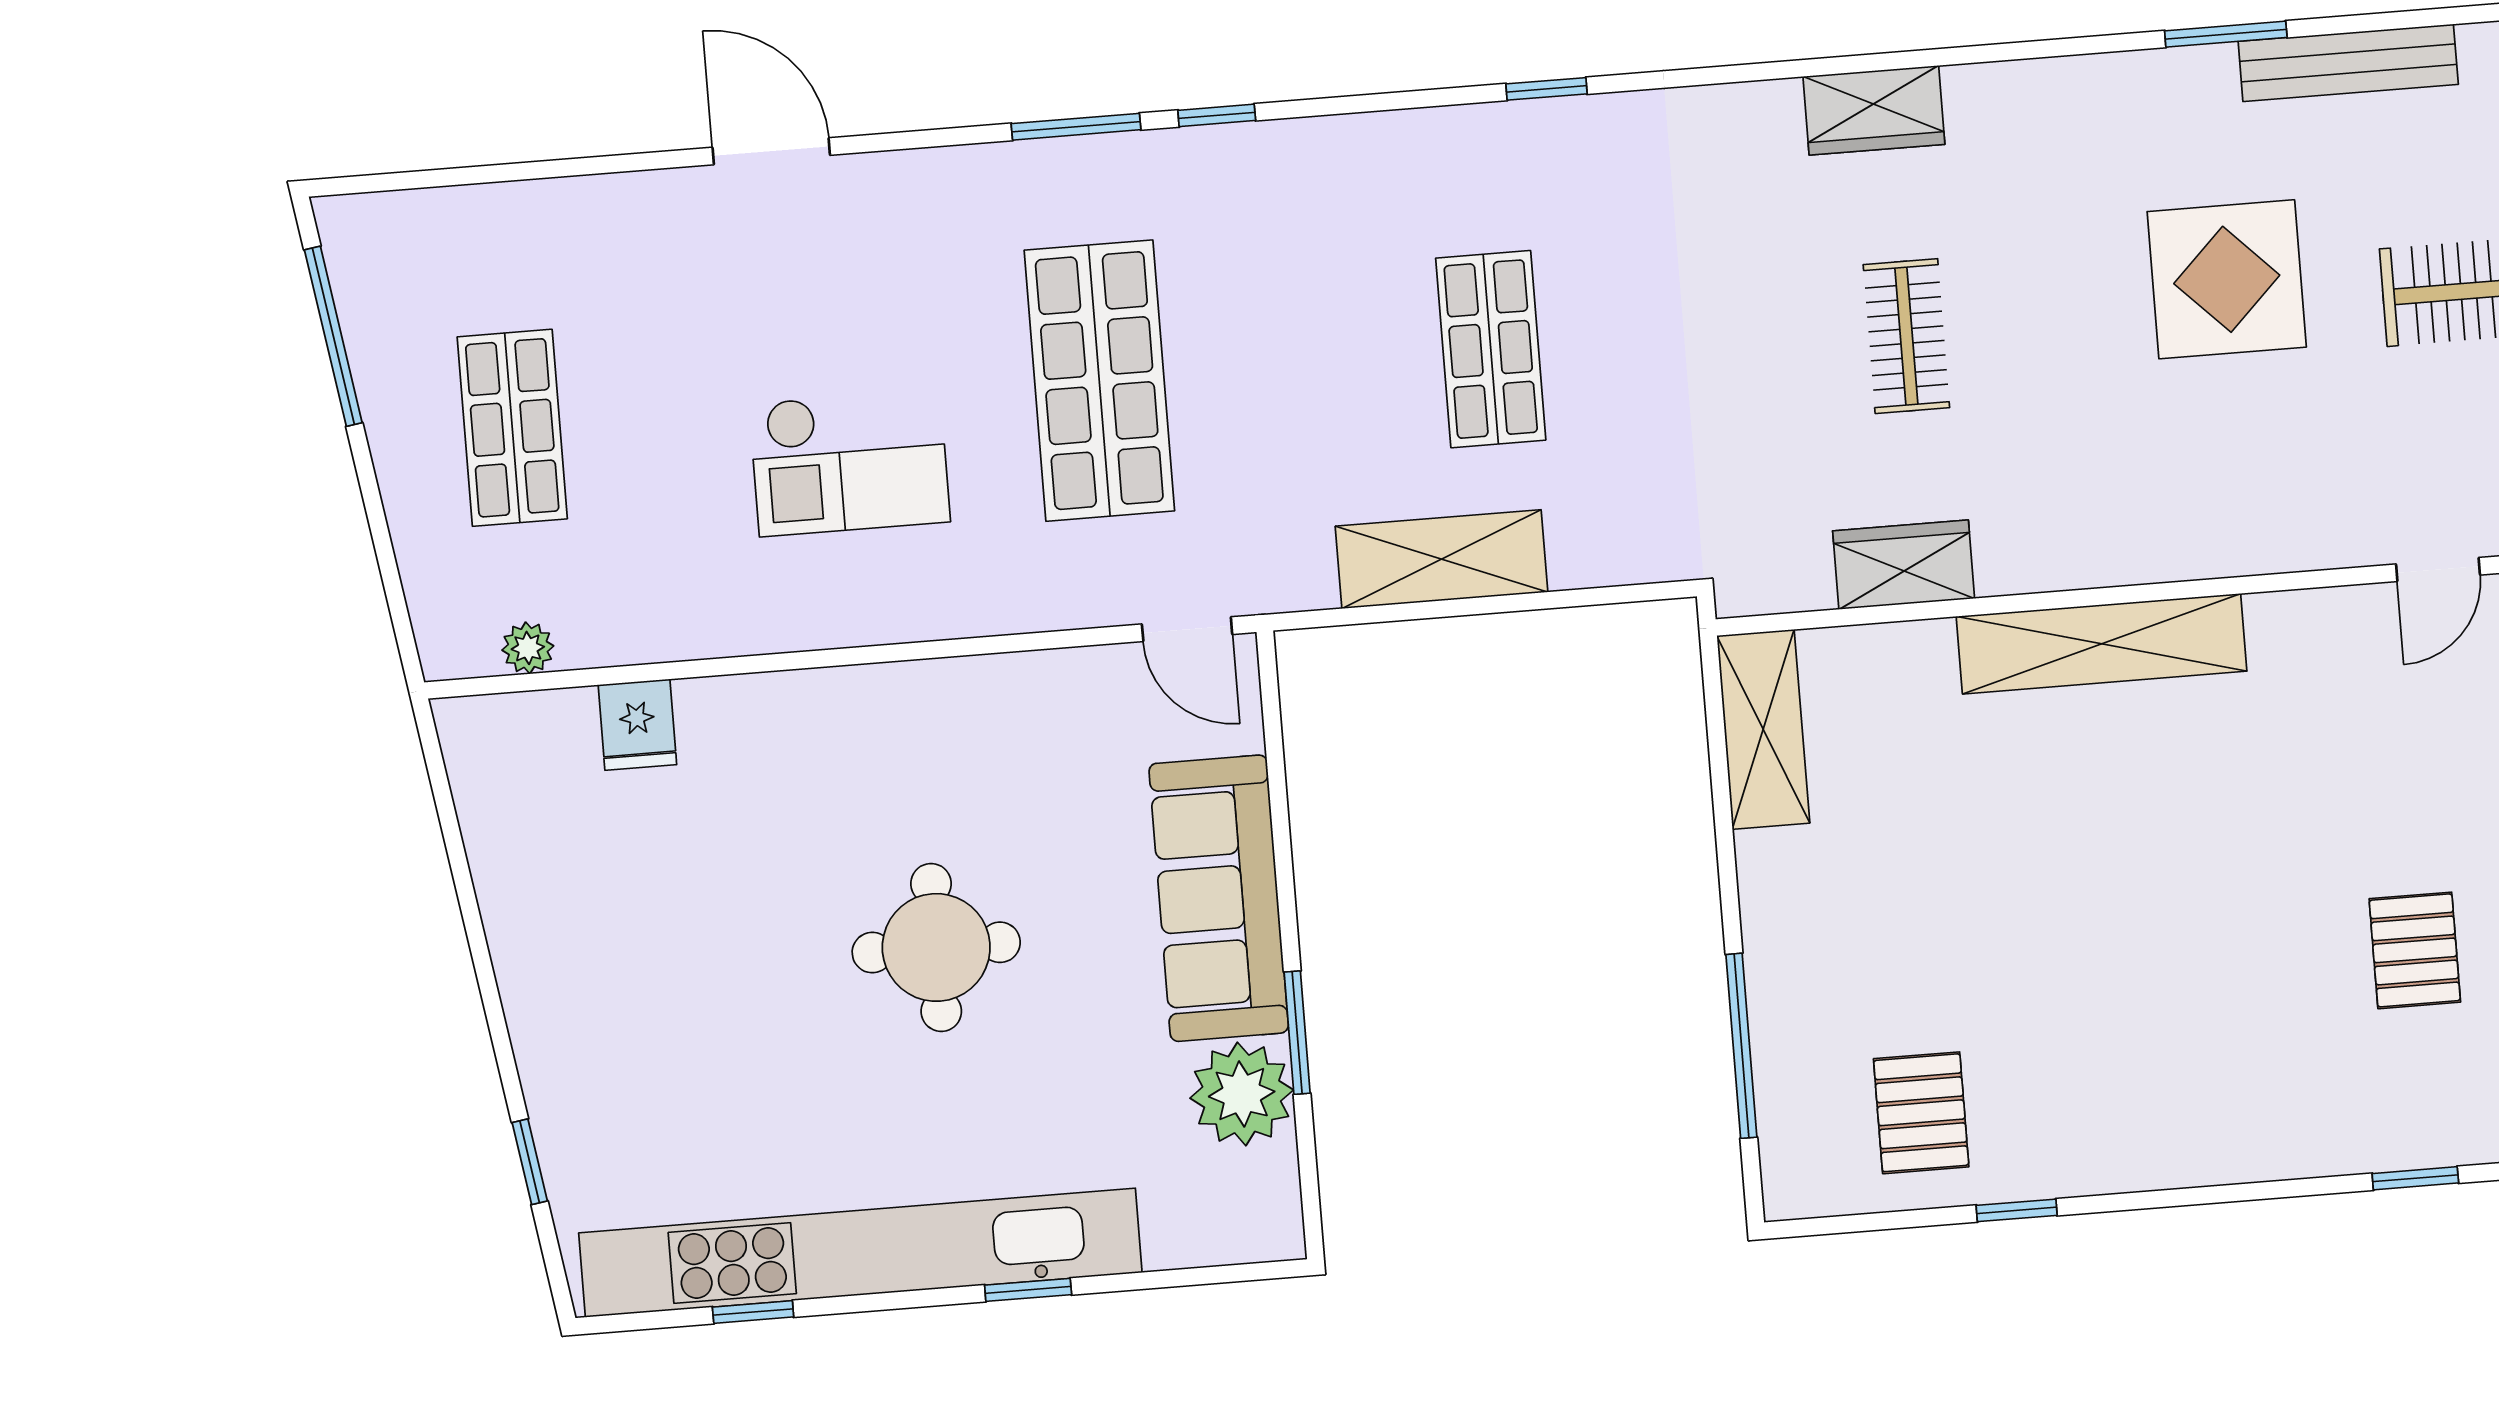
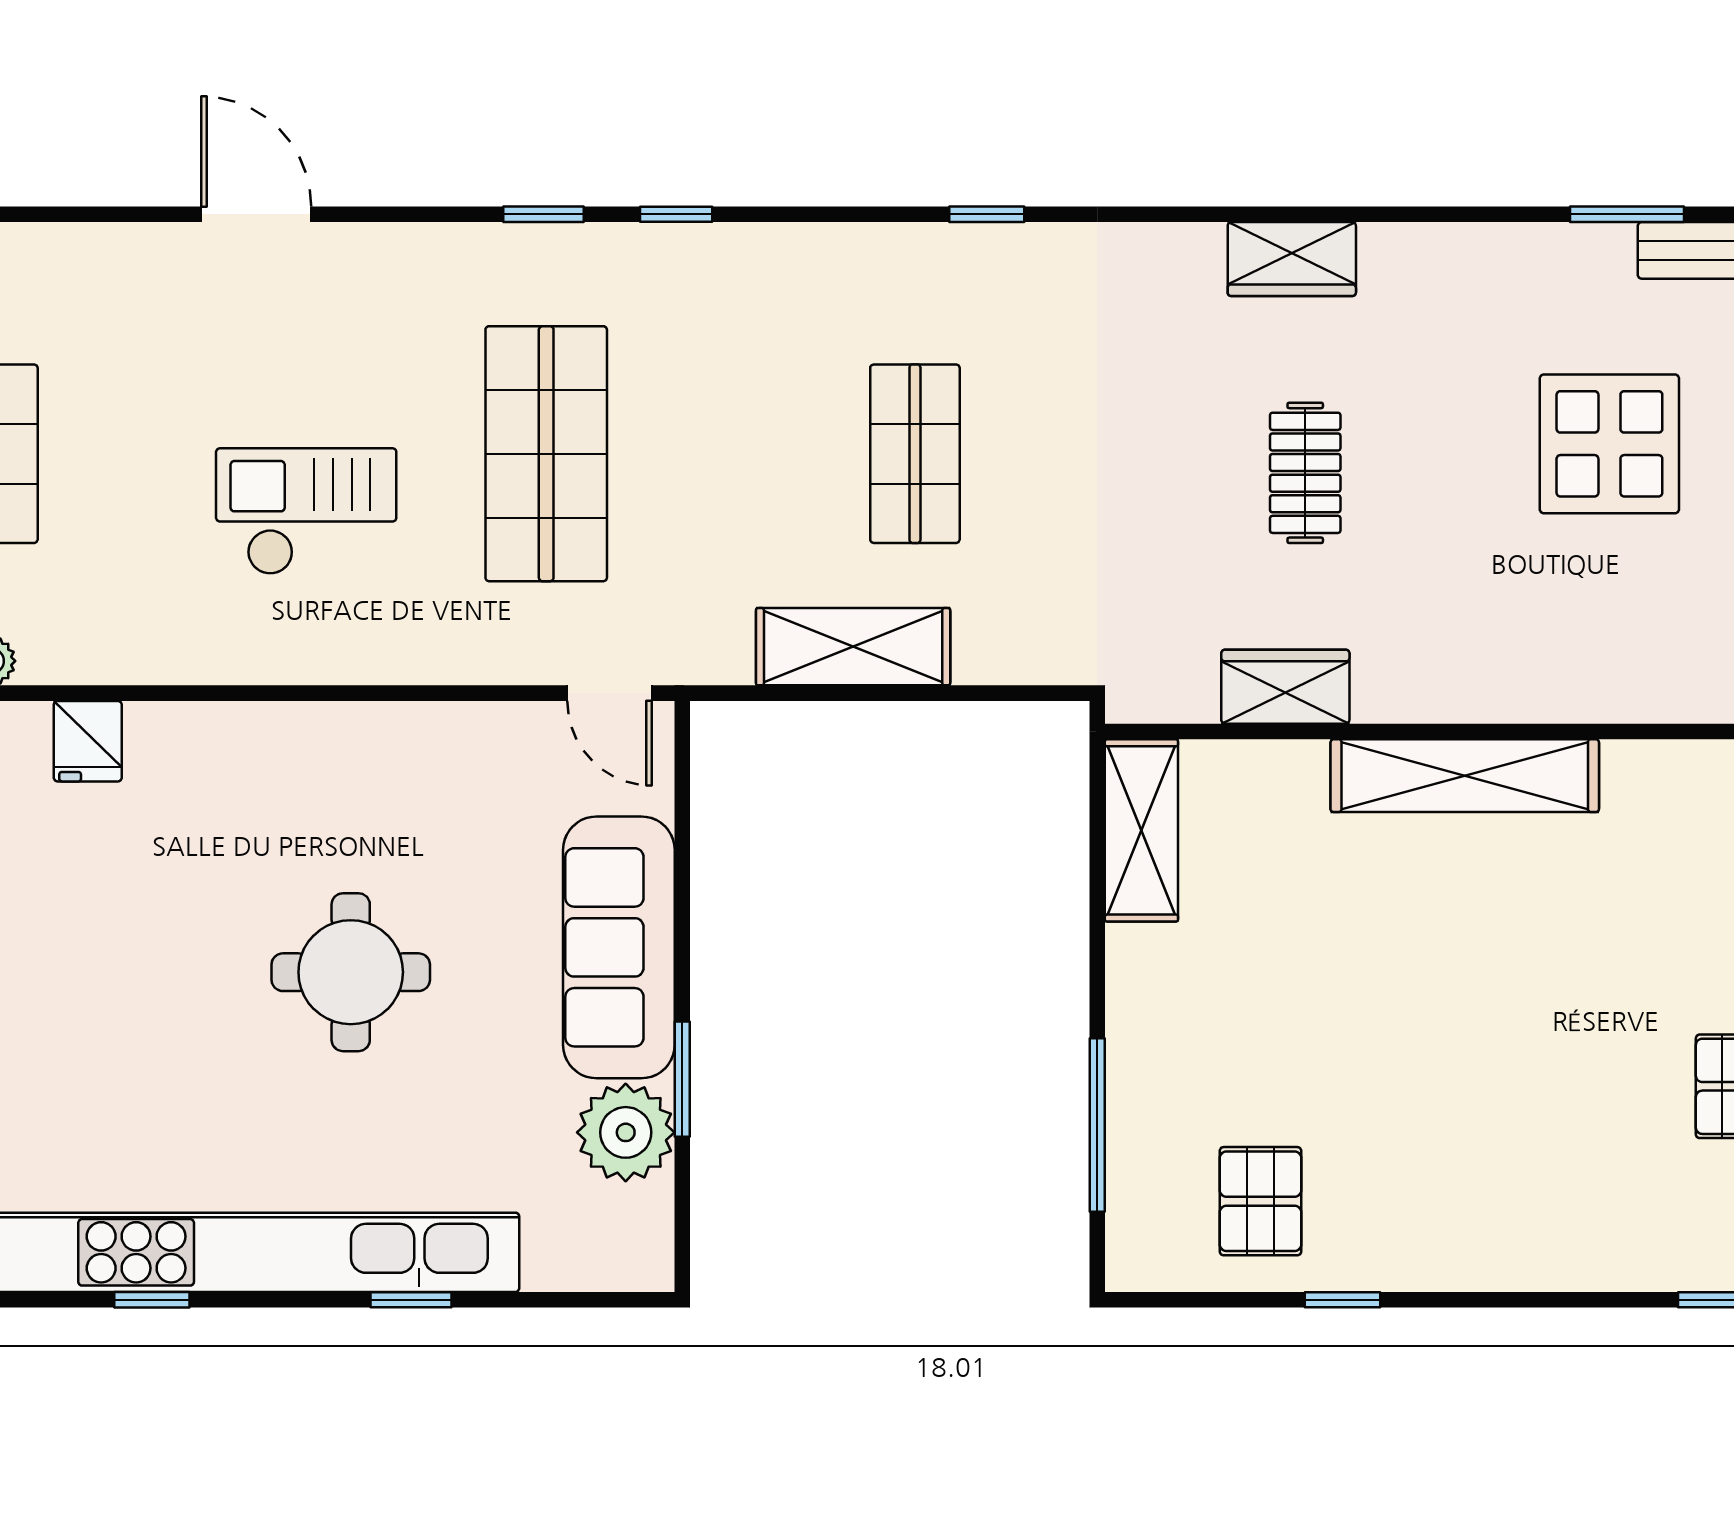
window: (1076, 127) -> (543, 214), width x0.67
checkout: (850, 462) -> (306, 511), turned 180

